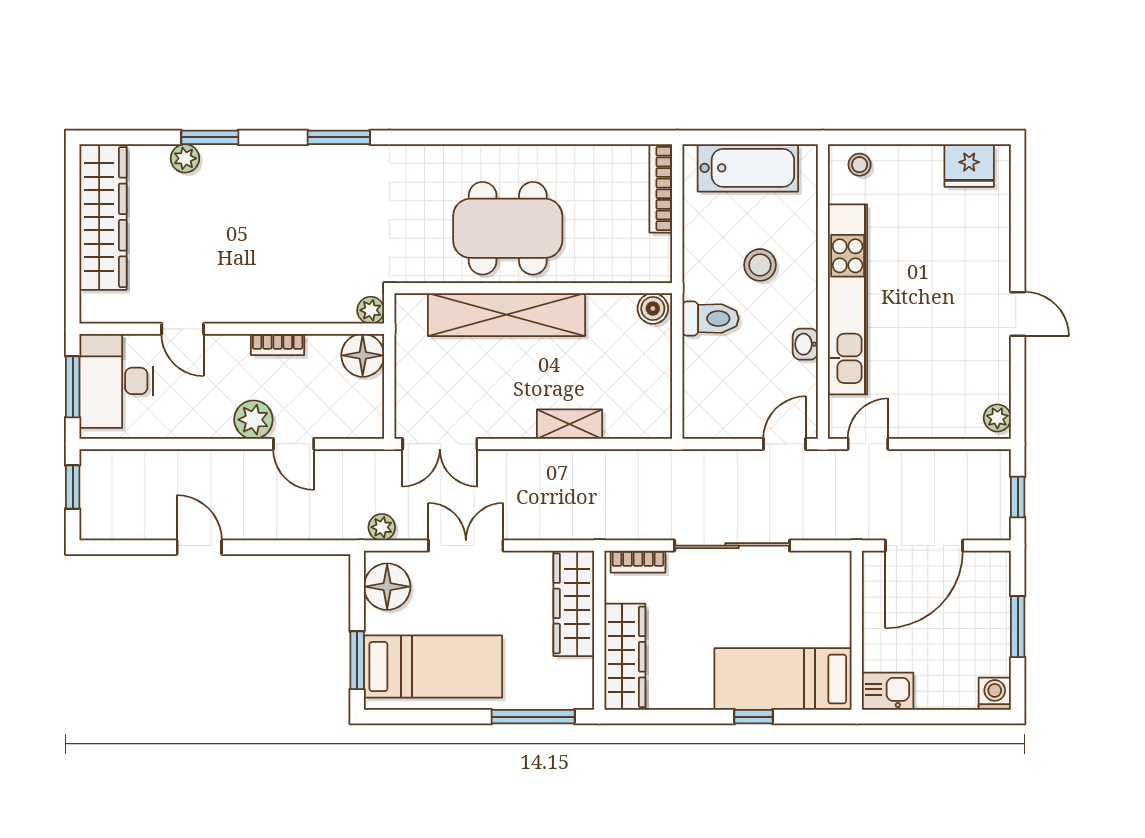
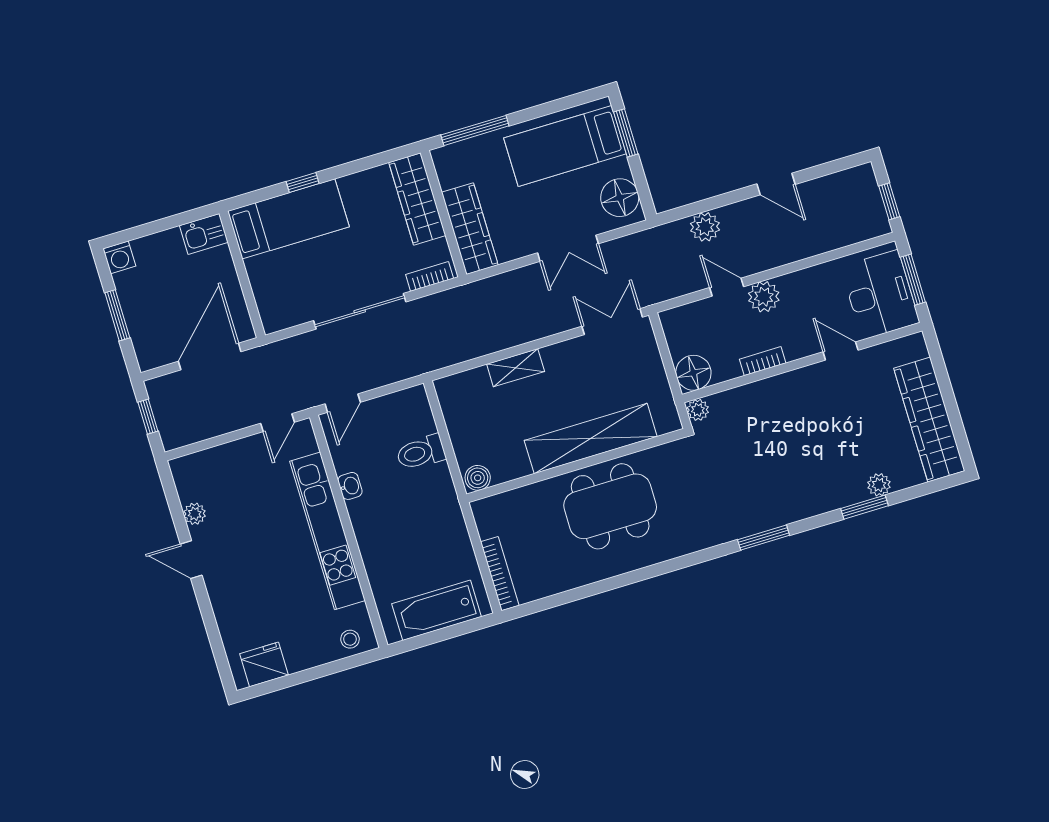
stool: (760, 265) -> (404, 537), removed
toilet: (710, 319) -> (421, 452), moved
plant: (997, 418) -> (195, 514), moved
plant: (382, 527) -> (705, 227), moved, width x1.38, depth x1.38

